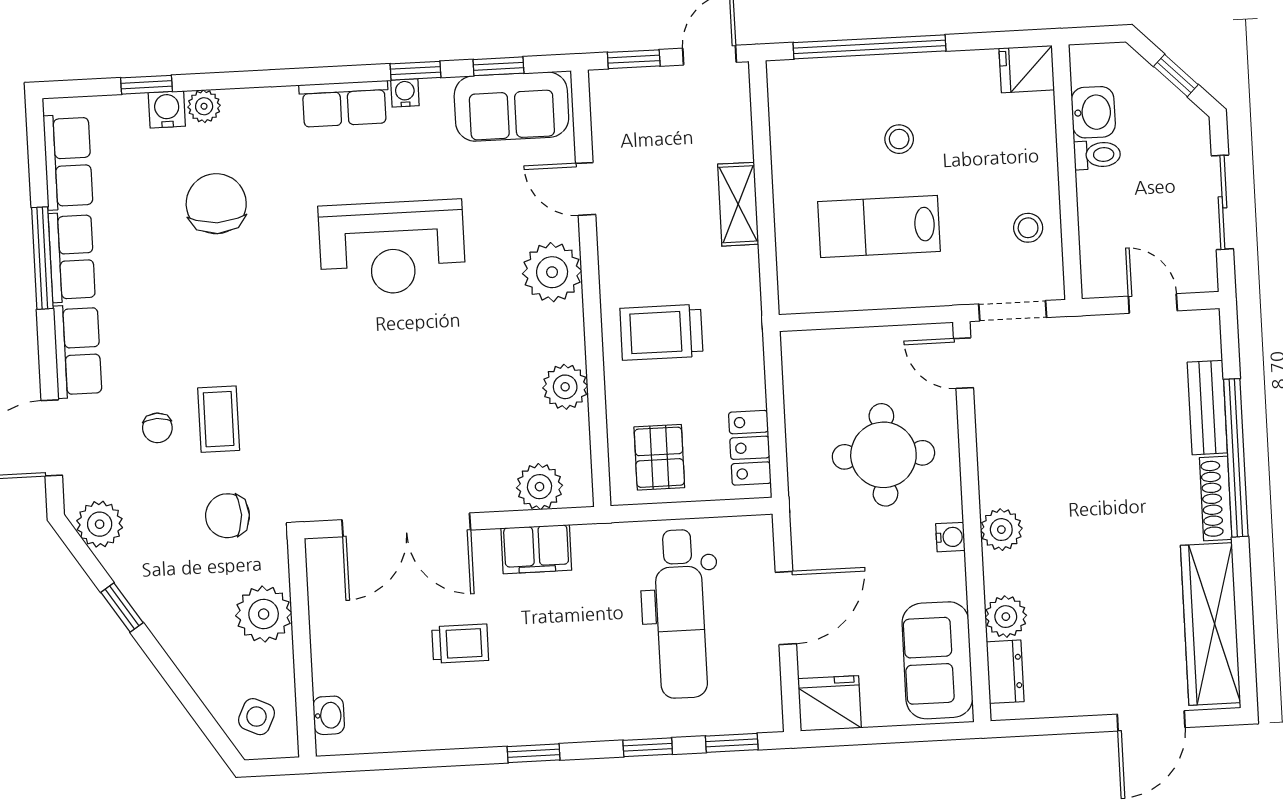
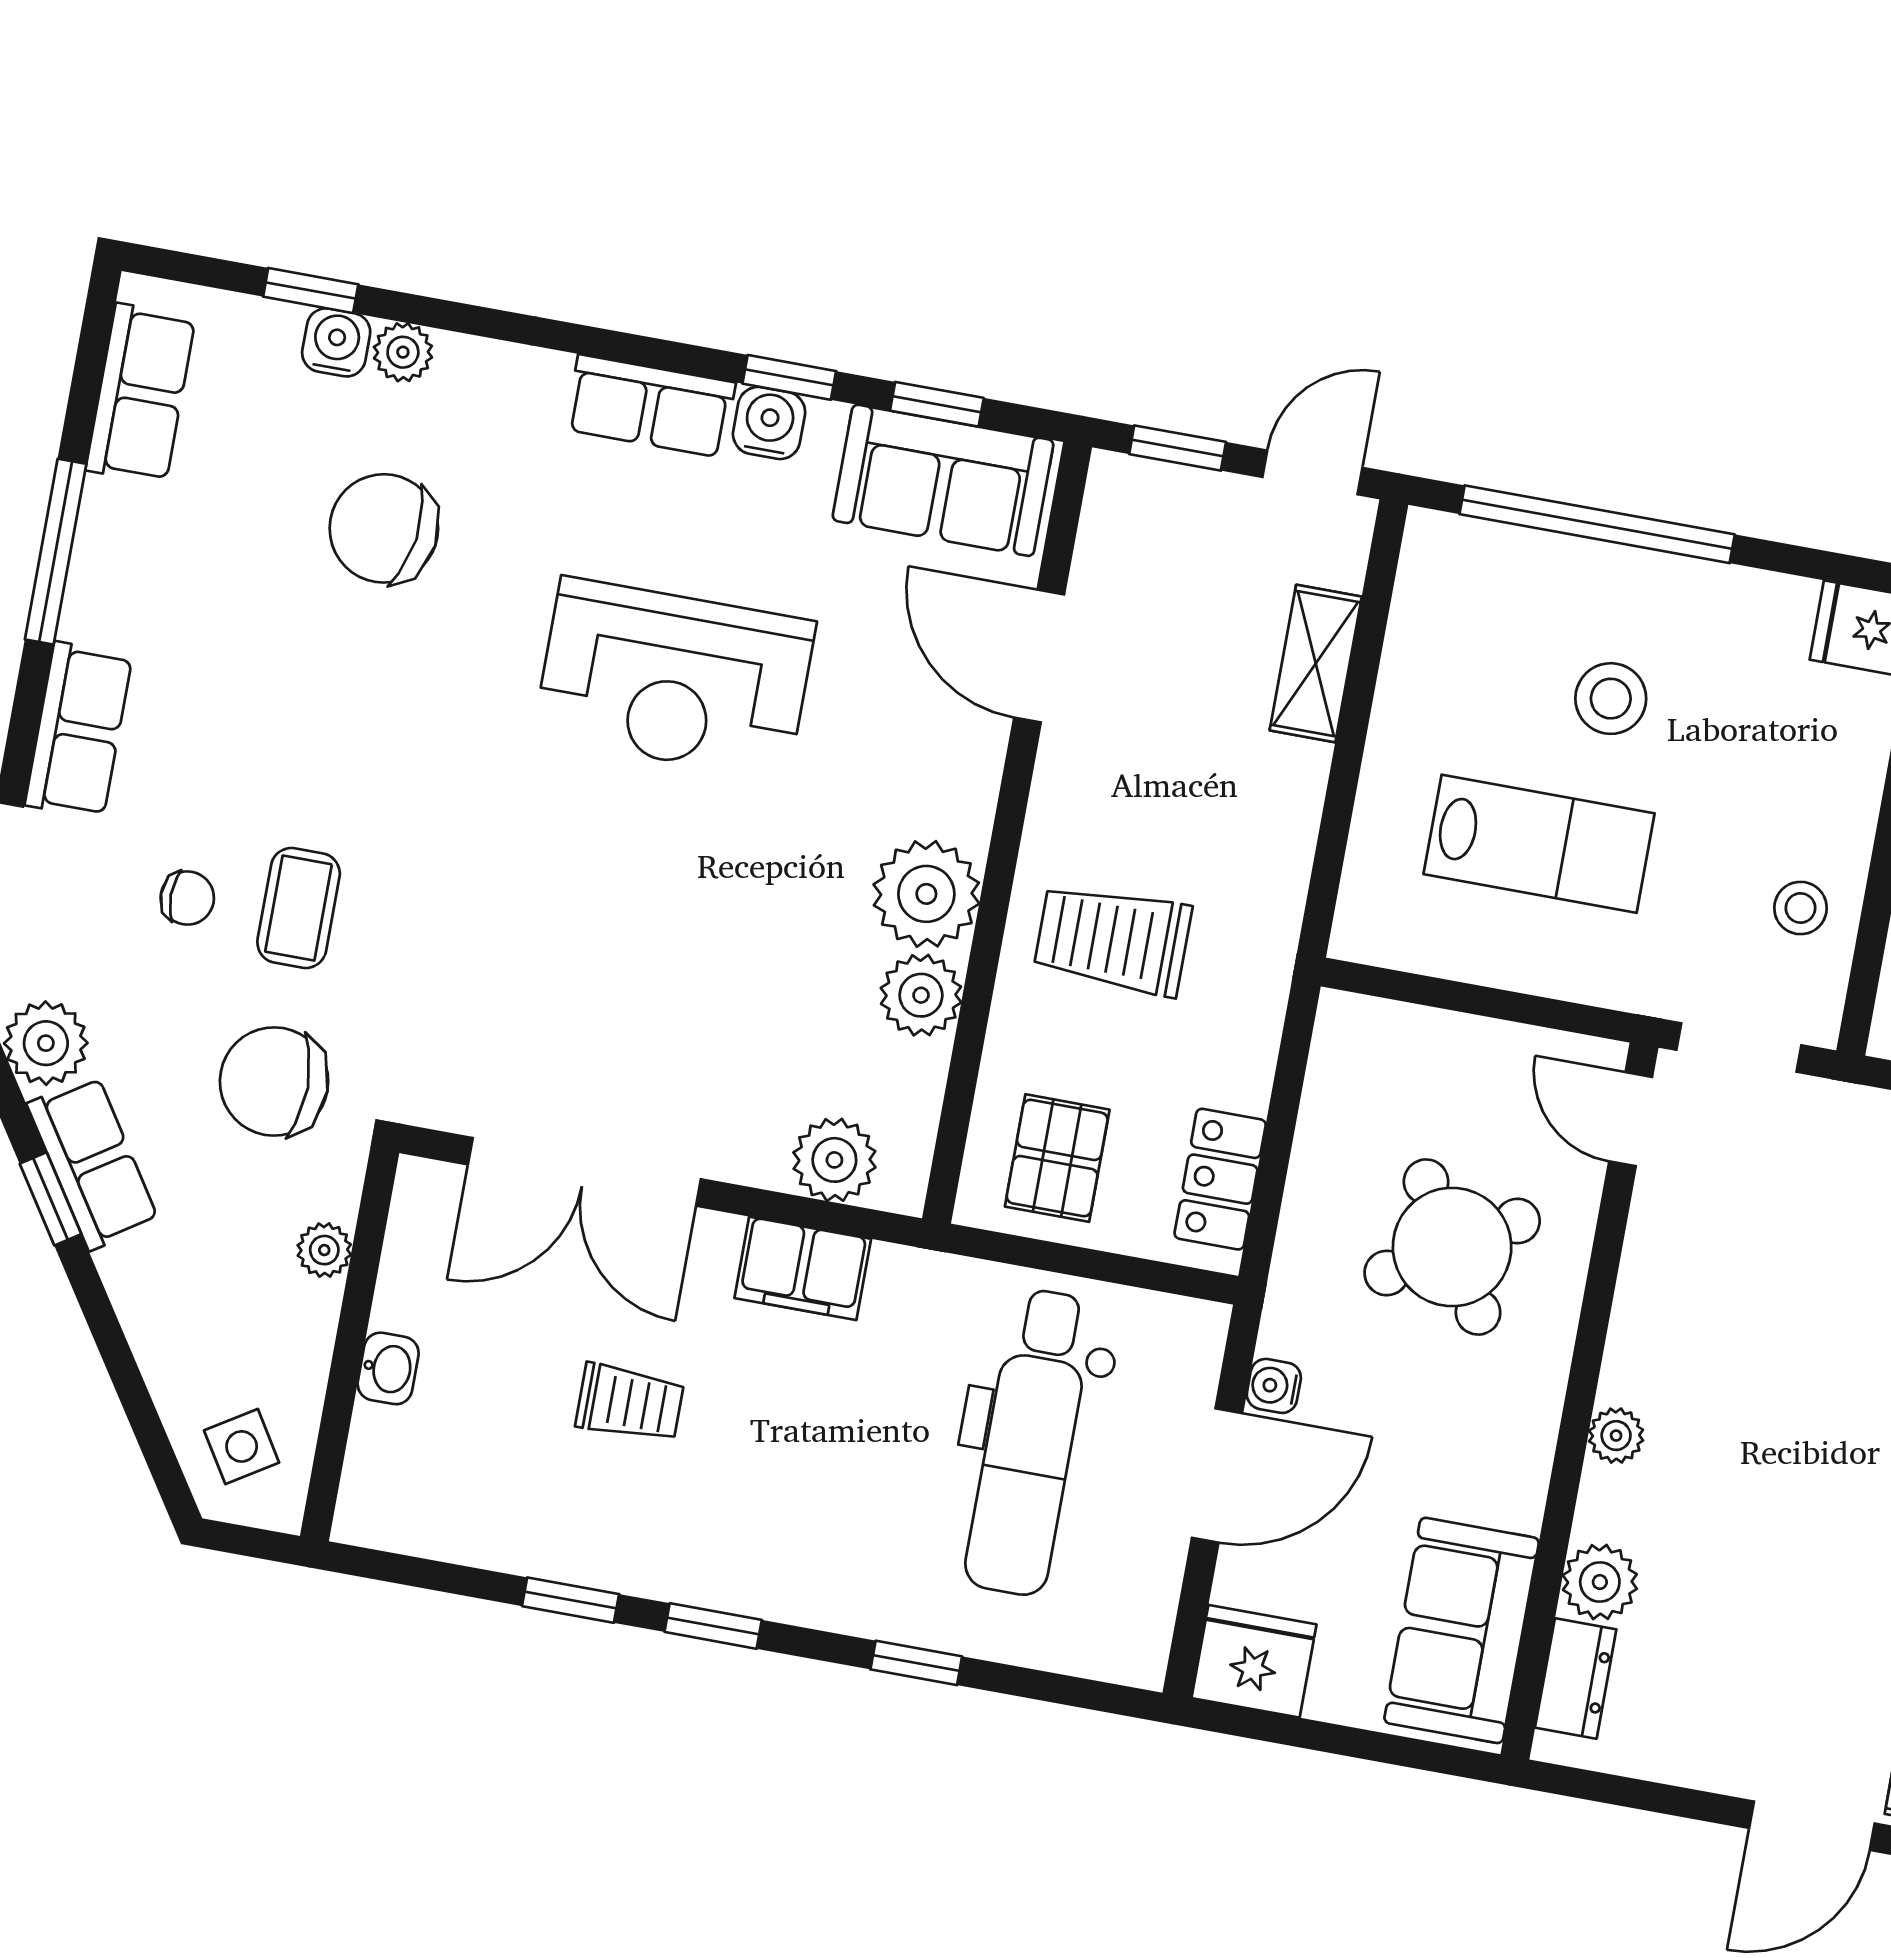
water cooler: (405, 93) -> (769, 423), width x1.38, depth x1.38
stool: (899, 139) -> (1611, 699), width x1.37, depth x1.37
door: (586, 189) -> (1039, 656), width x1.38
chair: (216, 204) -> (384, 528), turned -82
shelving: (738, 204) -> (1316, 664), moved
lab bench: (879, 226) -> (1539, 844), turned 180
row of seats: (72, 257) -> (93, 1163), moved, turned -33
plant: (552, 272) -> (926, 894), moved
chair: (157, 428) -> (187, 898), turned -90
round table: (883, 455) -> (1452, 1247), turned -32
chair: (228, 516) -> (274, 1081), width x1.37, depth x1.37
plant: (1001, 530) -> (1616, 1436), width x0.73, depth x0.73
water cooler: (950, 537) -> (1274, 1386), moved, turned 180
plant: (264, 614) -> (324, 1250), width x0.53, depth x0.53
washbasin: (329, 715) -> (388, 1368), moved
side table: (256, 717) -> (242, 1446), turned 33
window: (732, 743) -> (571, 1600), moved

